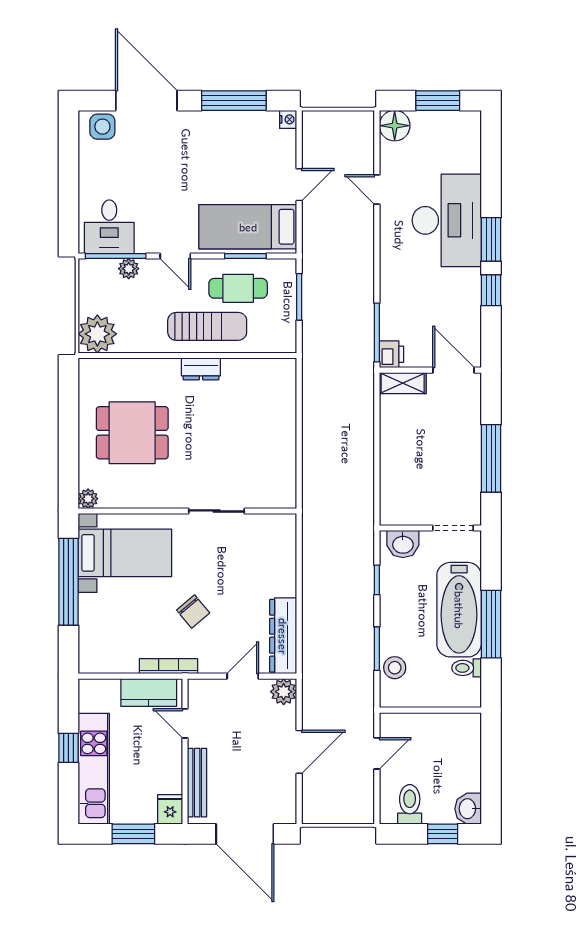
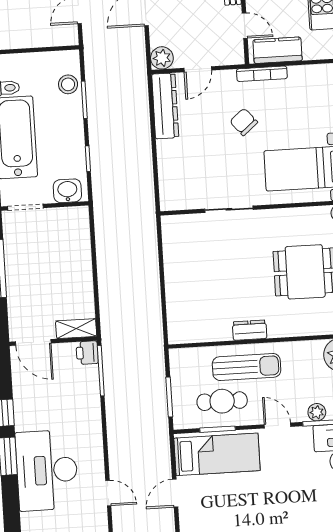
sun lounger: (207, 326) -> (247, 367), turned 180

